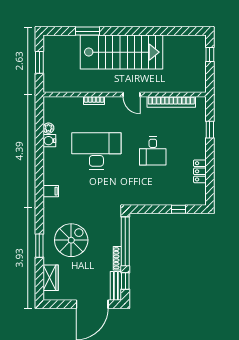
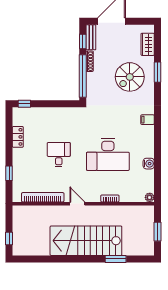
plant: (48, 128) -> (150, 197), moved
window: (178, 209) -> (24, 104), moved

